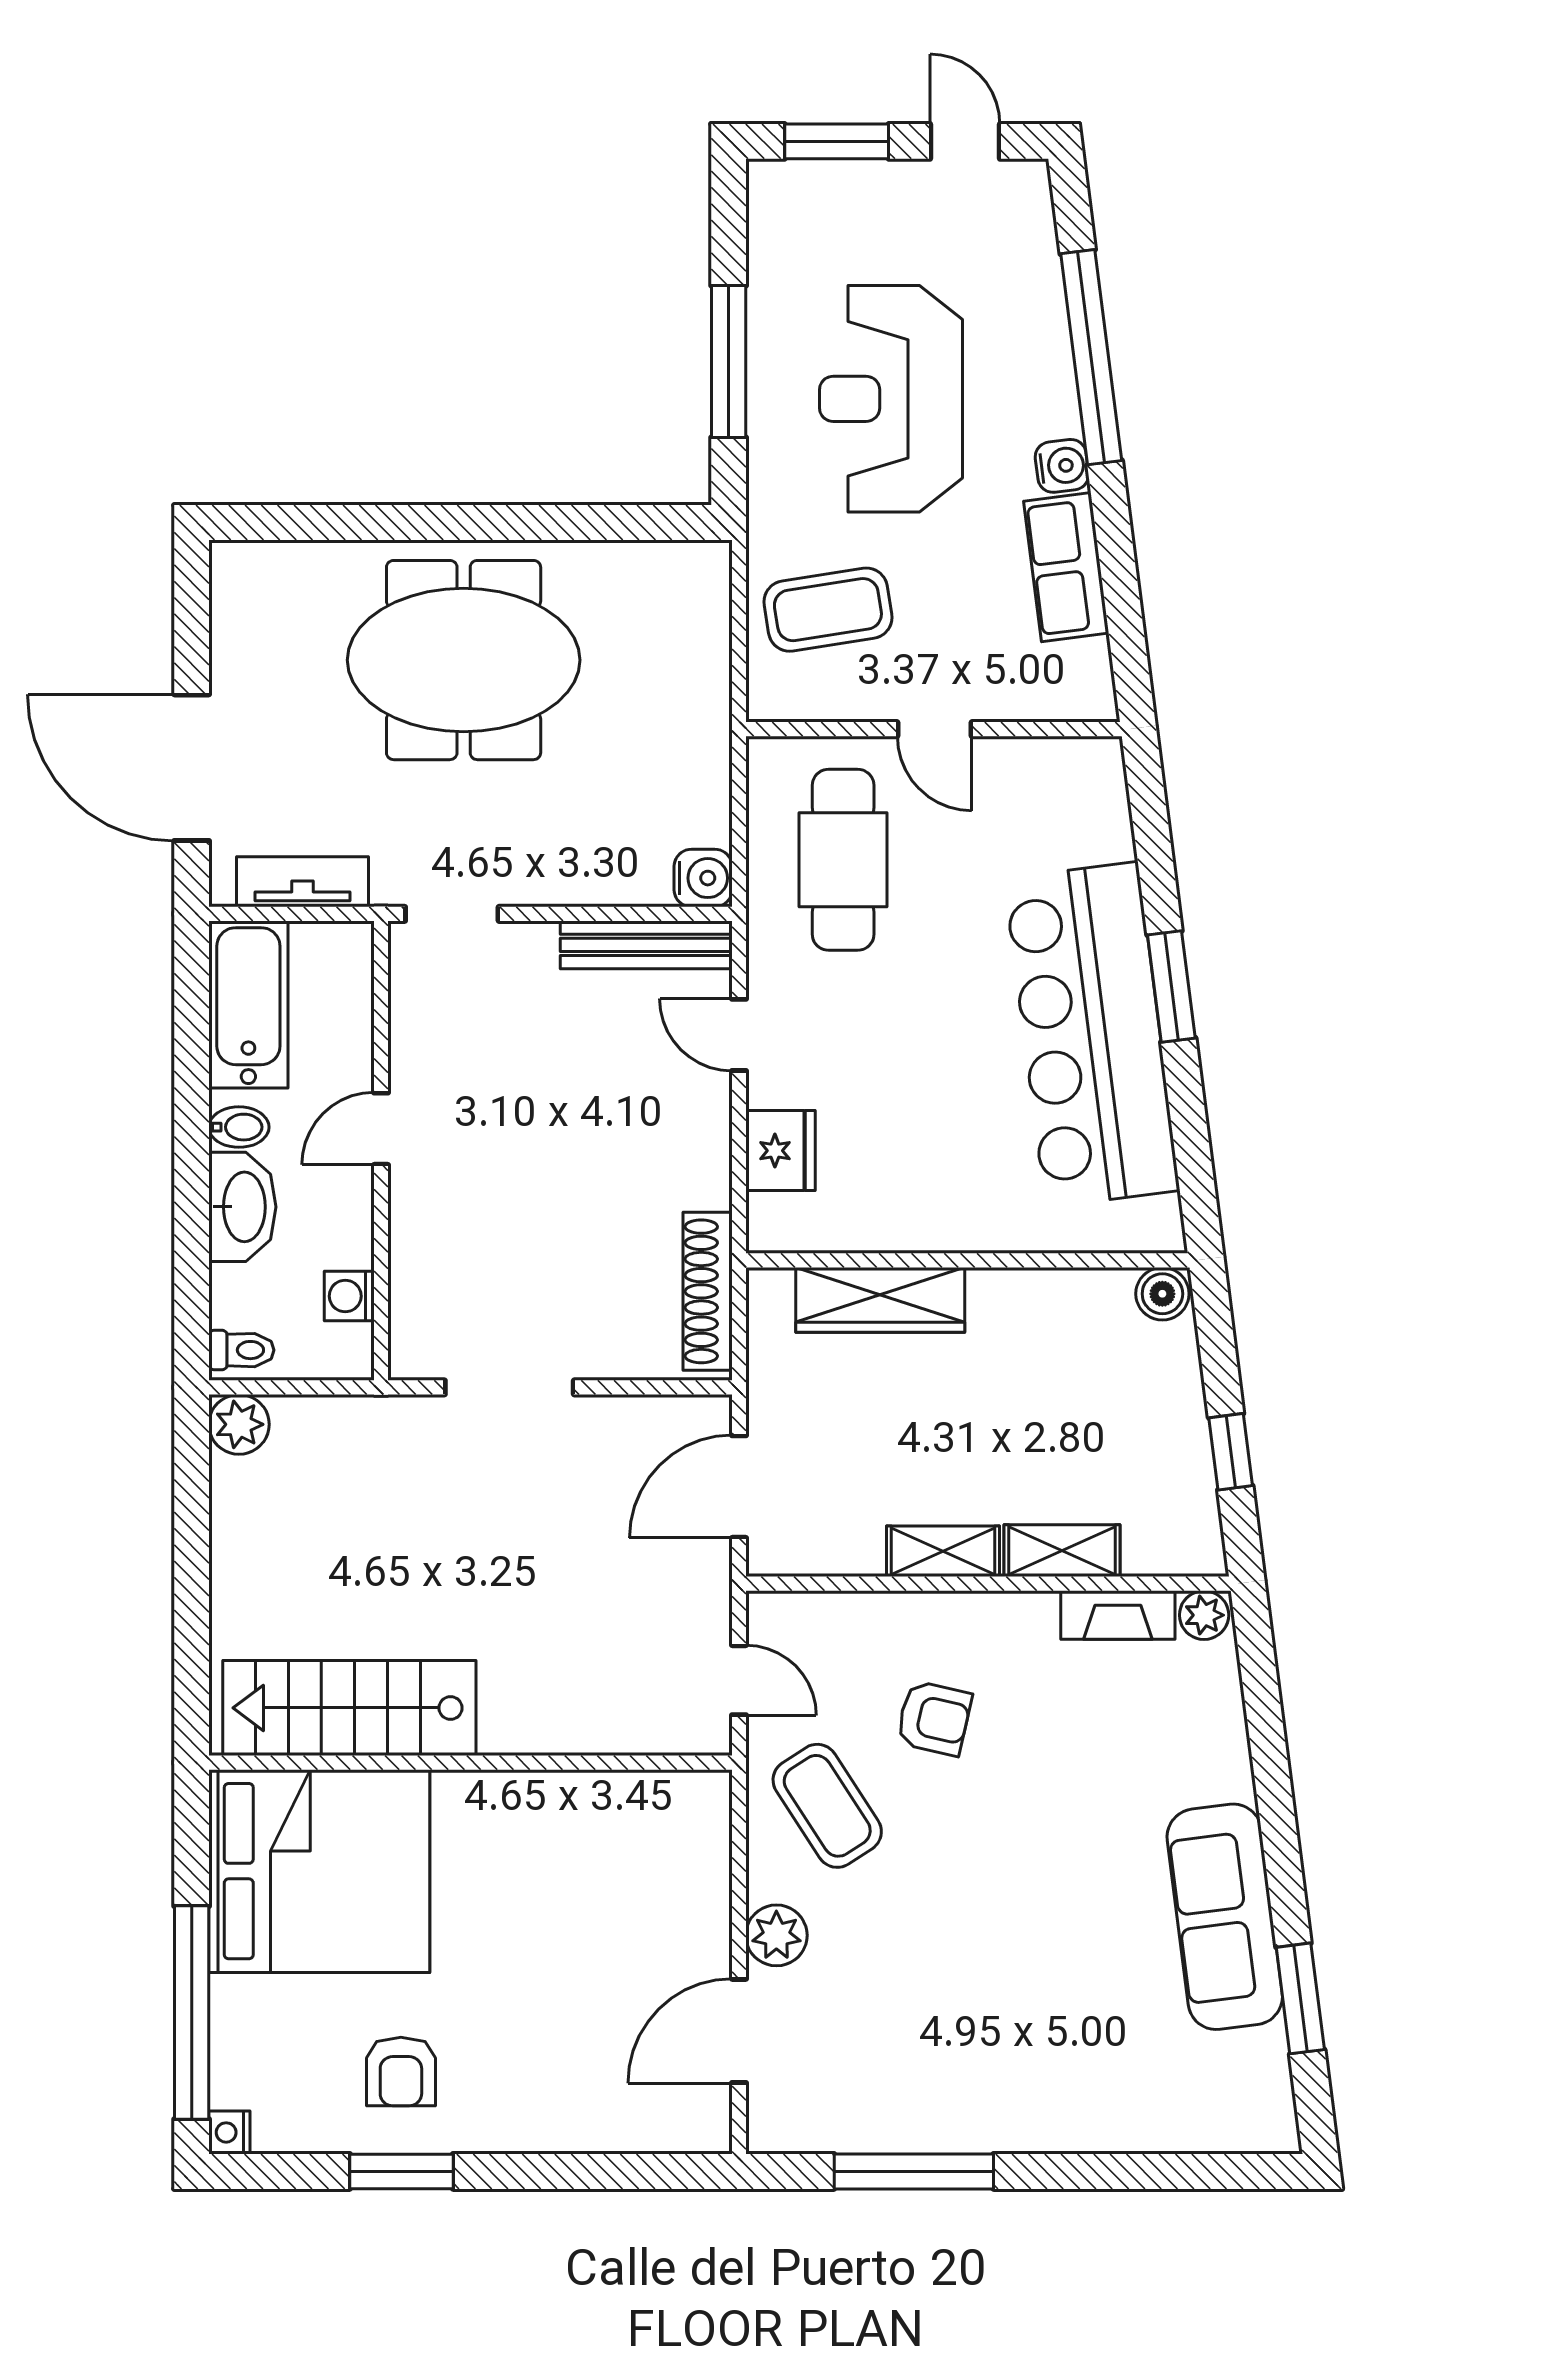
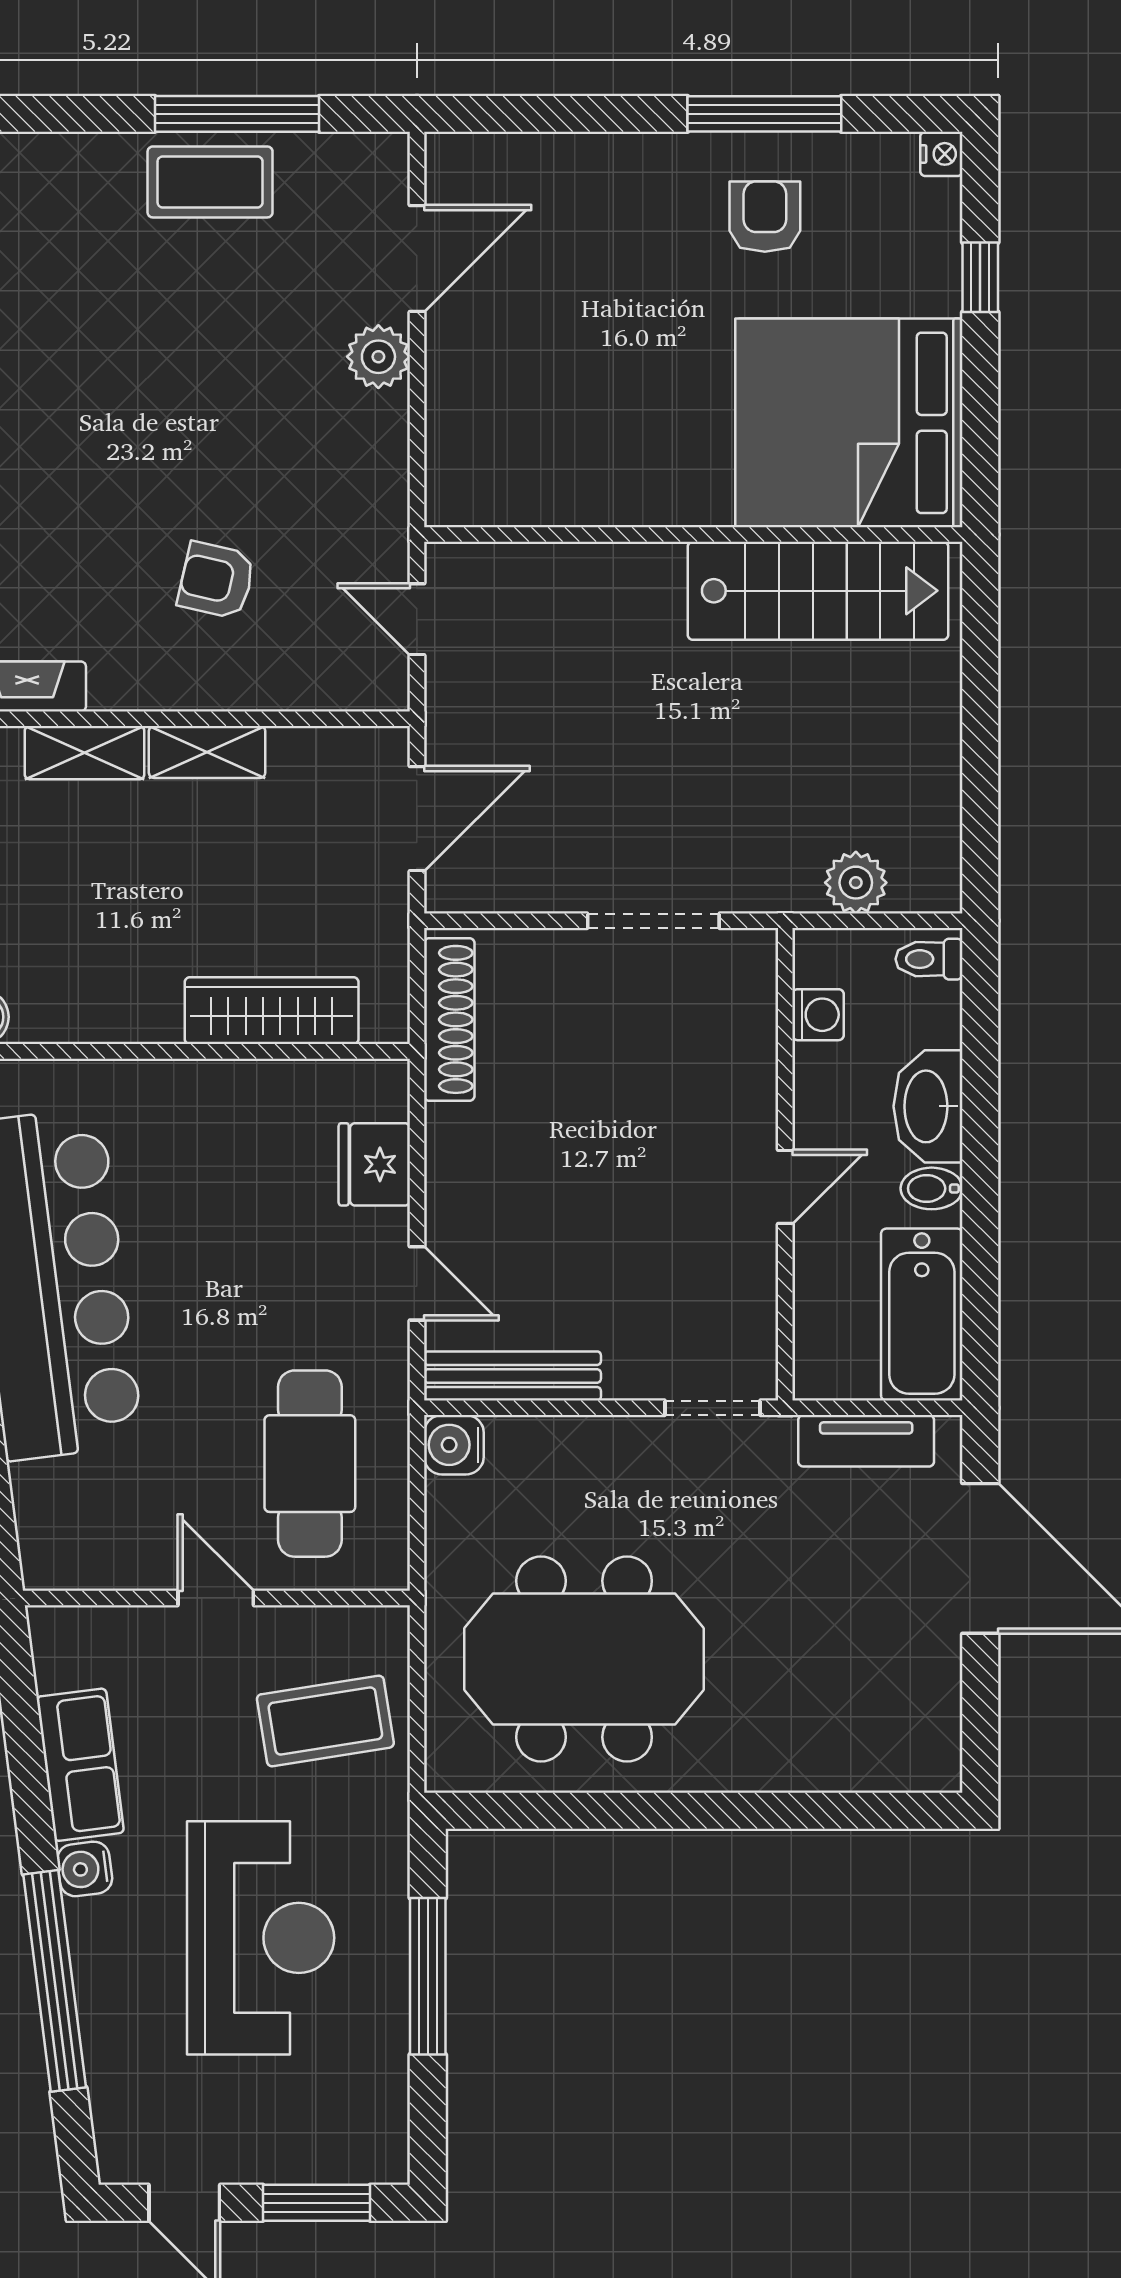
meeting table: (464, 660) -> (584, 1659), moved
plant: (239, 1424) -> (856, 883), moved
coffee table: (827, 1806) -> (210, 182), moved, turned -57
window: (192, 2013) -> (980, 277), width x0.32
window: (401, 2171) -> (764, 114), width x1.44

